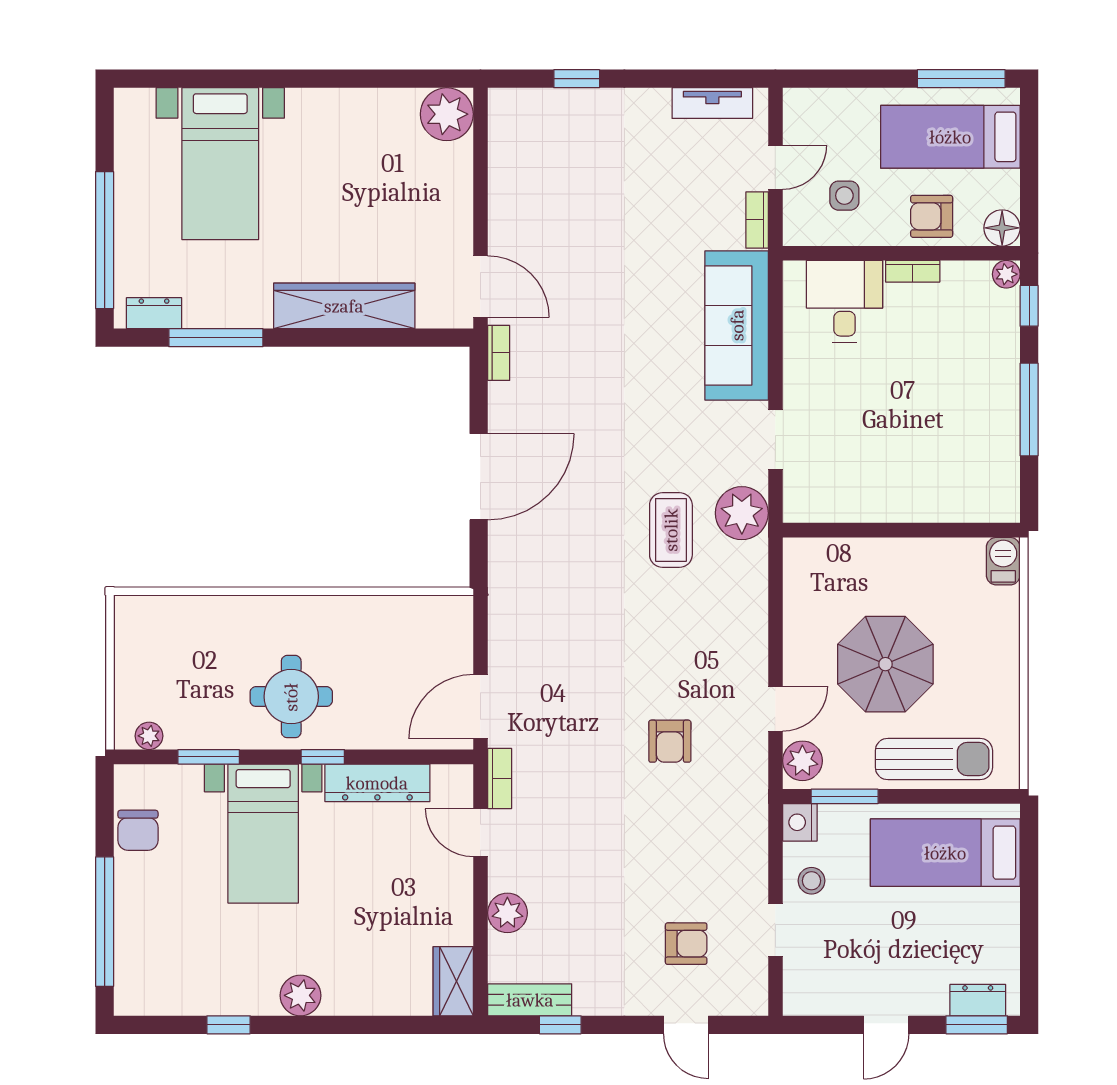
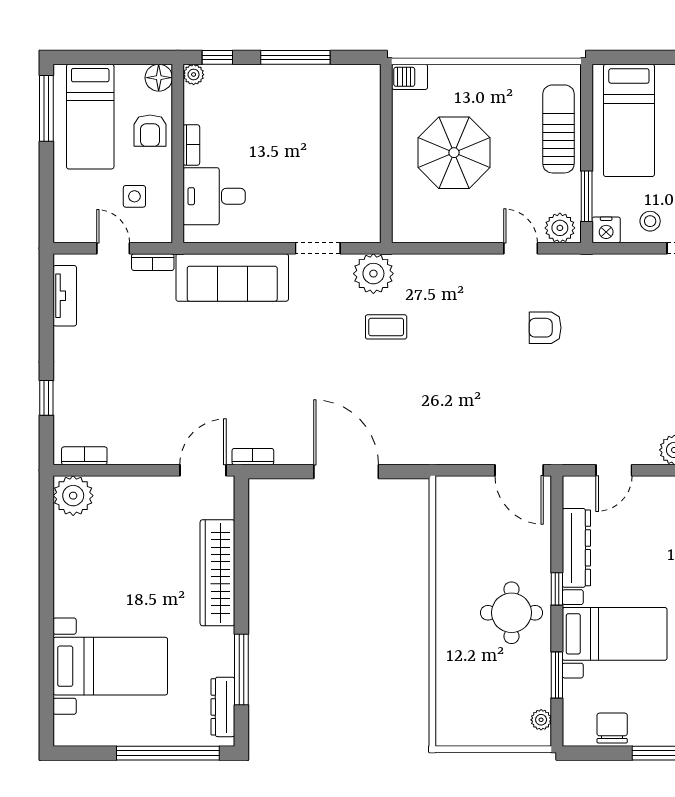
dresser: (154, 313) -> (223, 707), width x1.44
coffee table: (671, 530) -> (386, 327), width x0.73, depth x0.77
parasol: (885, 664) -> (454, 153), moved
armchair: (670, 741) -> (545, 328), turned 180
bookcase: (500, 779) -> (84, 456), moved
chair: (138, 830) -> (612, 728), turned -90

